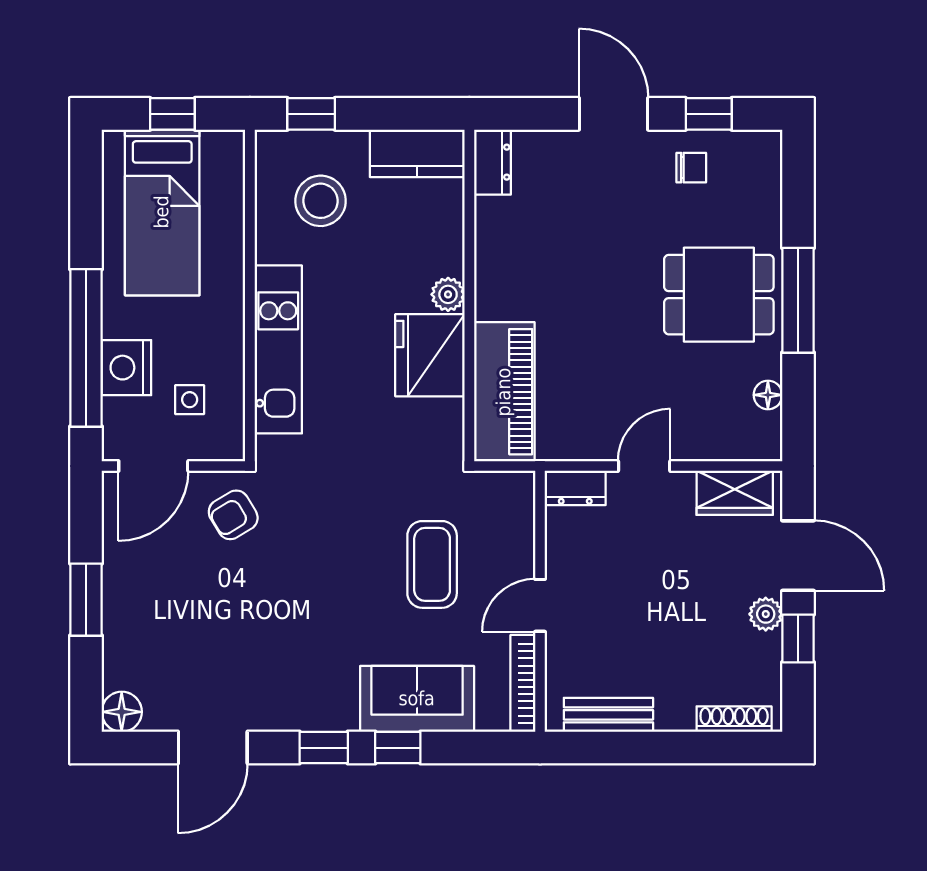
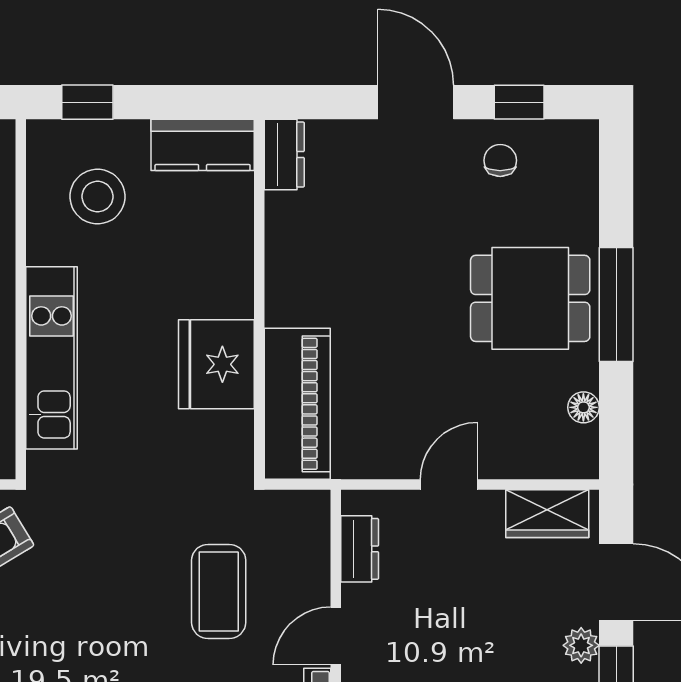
chair: (691, 168) -> (500, 160), turned -90
plant: (448, 294) -> (236, 298), removed
dresser: (575, 488) -> (360, 549), moved, turned -90

